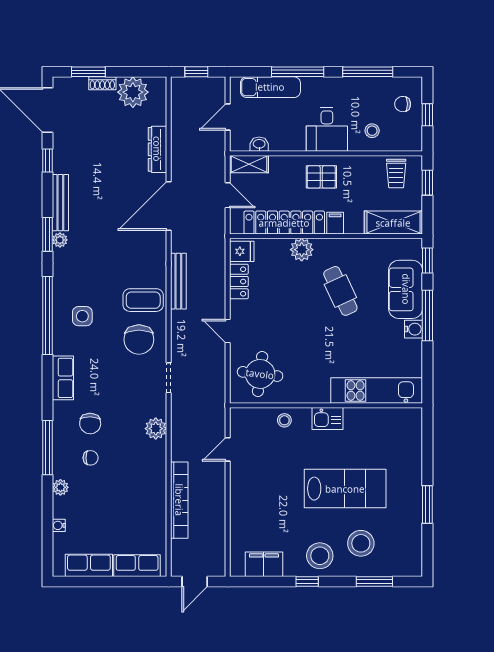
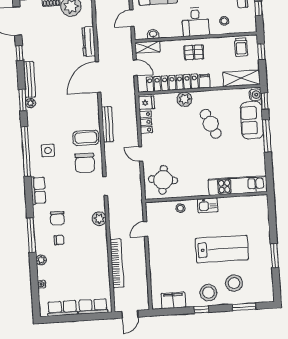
water cooler: (413, 329) -> (255, 95), moved

